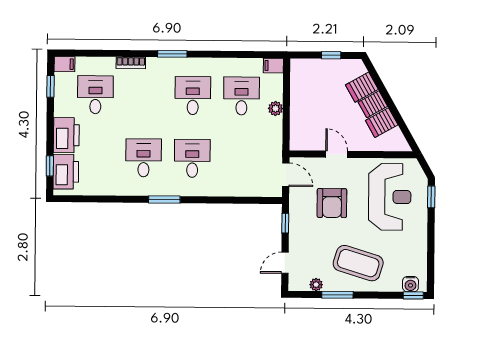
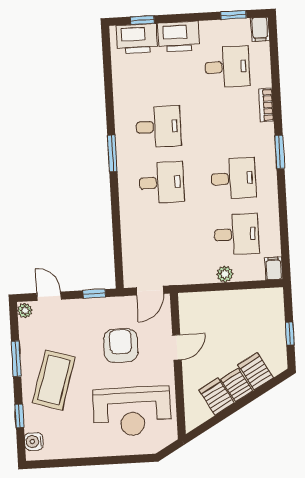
window: (431, 197) -> (135, 459), removed
armchair: (332, 203) -> (121, 346), turned 90
plant: (316, 285) -> (25, 310), moved
window: (413, 295) -> (19, 416), moved

